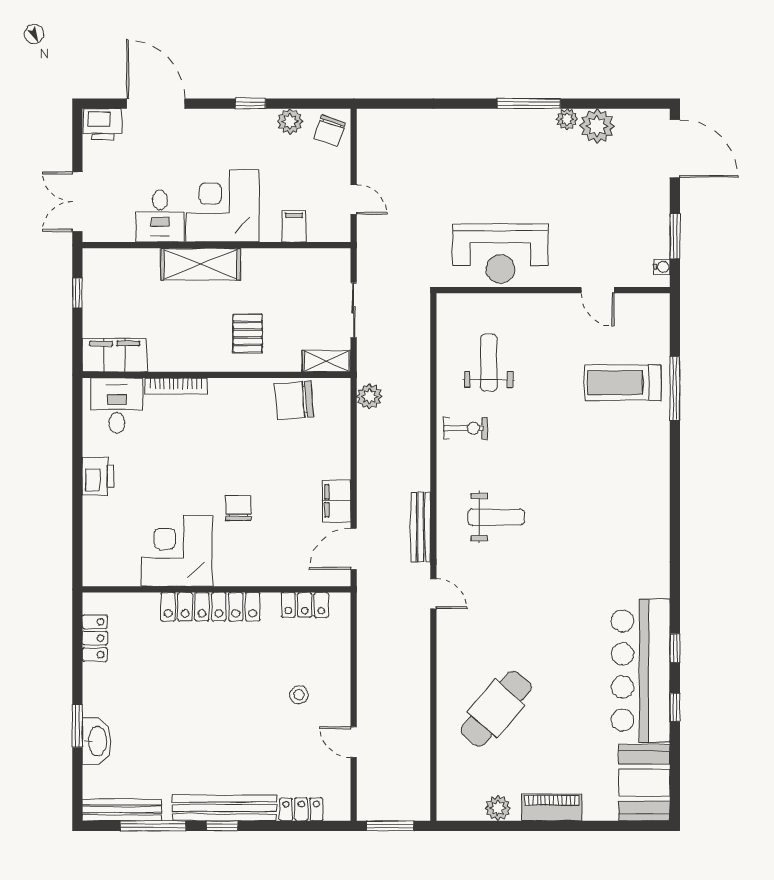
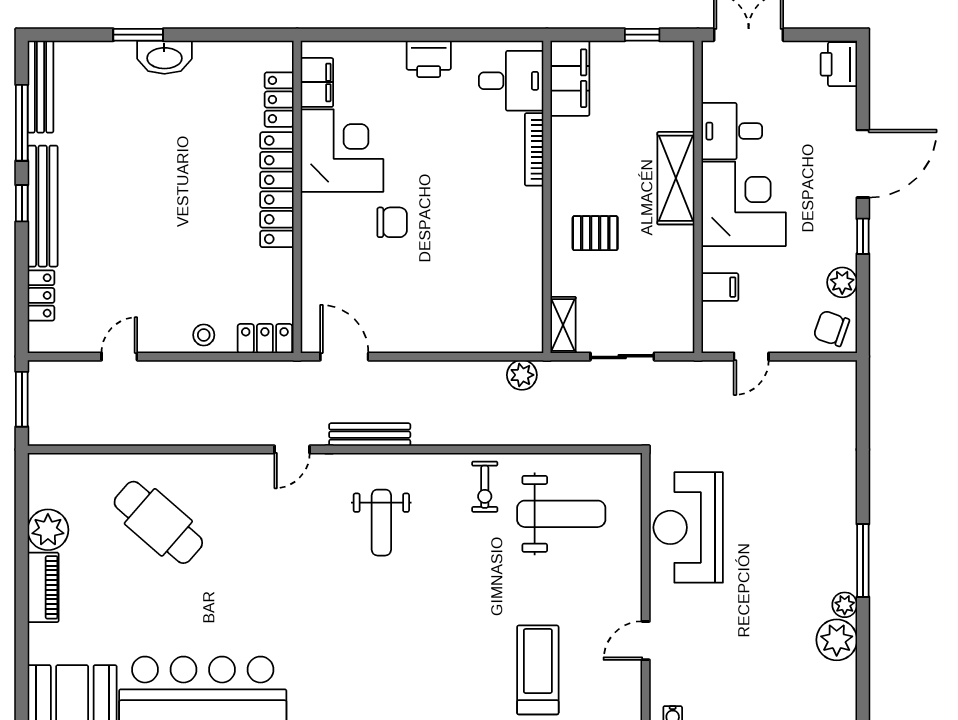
door: (156, 104) -> (863, 164), moved
weight bench: (489, 363) -> (561, 514), width x1.36, depth x1.33
chair: (294, 400) -> (517, 287), removed
filing cabinet: (337, 501) -> (317, 82), moved, turned 90
locker: (305, 605) -> (265, 339), moved, turned 90
locker: (95, 638) -> (279, 100), moved, turned 90
stool: (299, 695) -> (204, 335), moved
washbasin: (97, 741) -> (164, 57), moved
plant: (498, 808) -> (48, 530), width x1.36, depth x1.36

